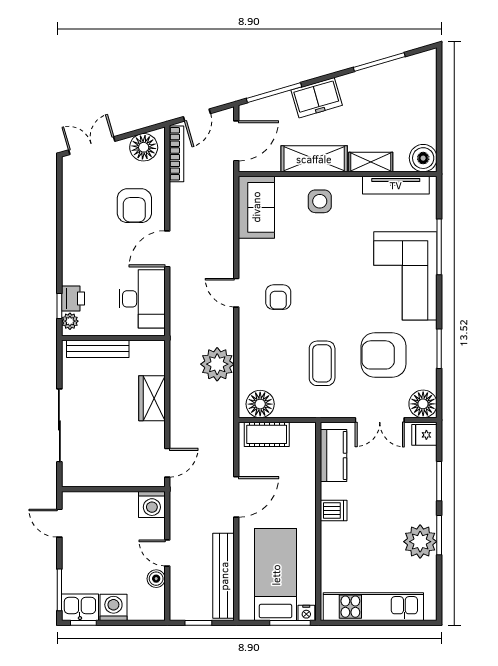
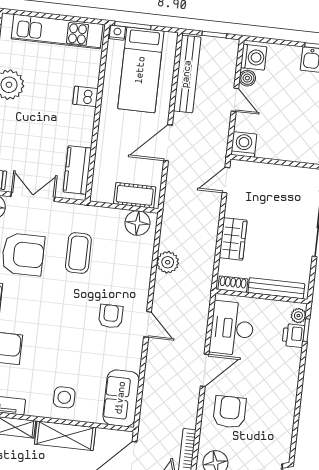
shoe rack: (147, 348) -> (233, 284), added
plant: (217, 364) -> (168, 262), width x0.73, depth x0.73
dishwasher: (334, 510) -> (85, 96), moved
washing machine: (113, 607) -> (254, 57), moved, turned -90

